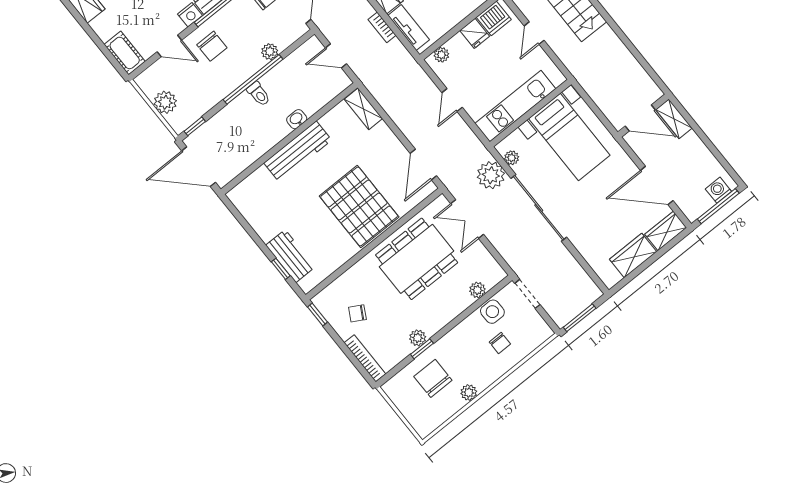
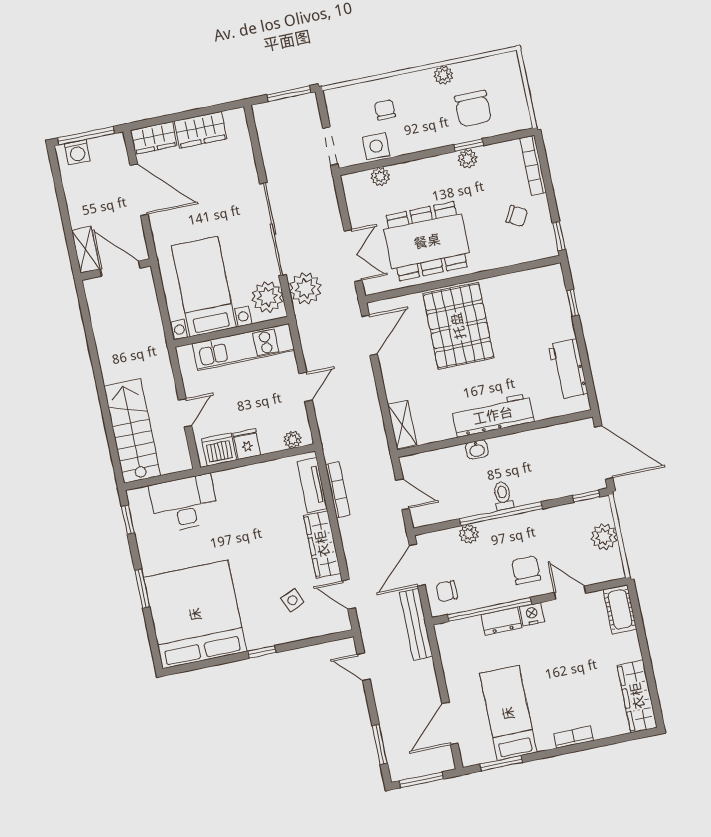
bookcase: (382, 27) -> (338, 490), width x1.56
plant: (512, 158) -> (267, 297), width x1.87, depth x1.87
workbench: (290, 256) -> (568, 369), moved

